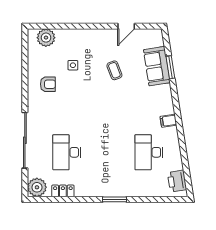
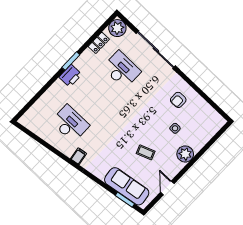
plant: (46, 38) -> (185, 154), moved
sofa: (157, 66) -> (127, 186), width x1.36
window: (170, 67) -> (125, 200), moved
printer: (177, 181) -> (70, 76), moved, turned 99
window: (115, 199) -> (71, 61), moved

